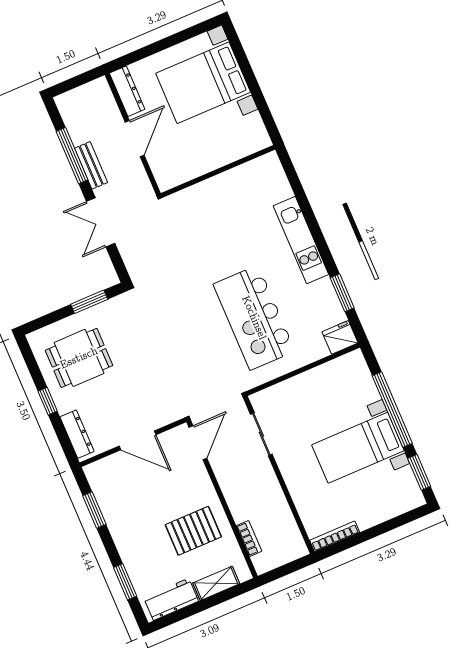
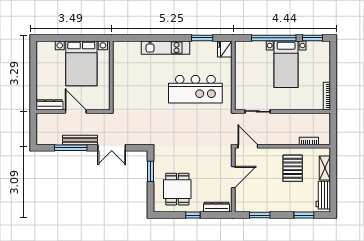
bed with nightstands: (203, 83) -> (81, 63), moved
bench: (91, 165) -> (80, 140), width x1.36

